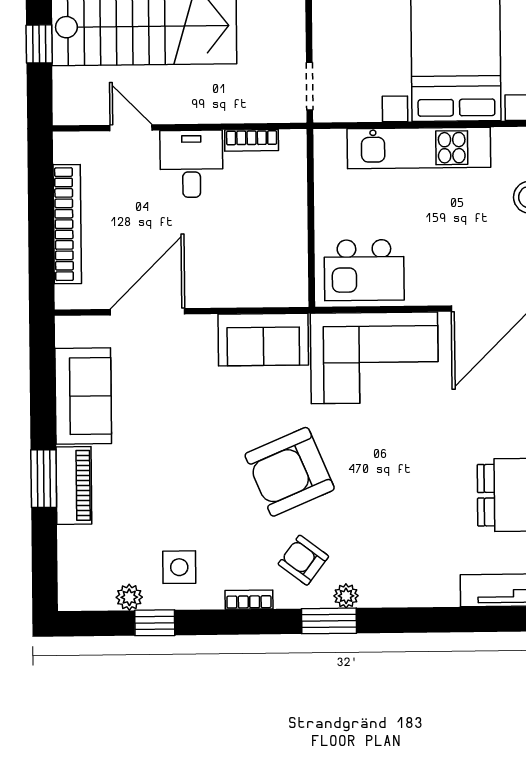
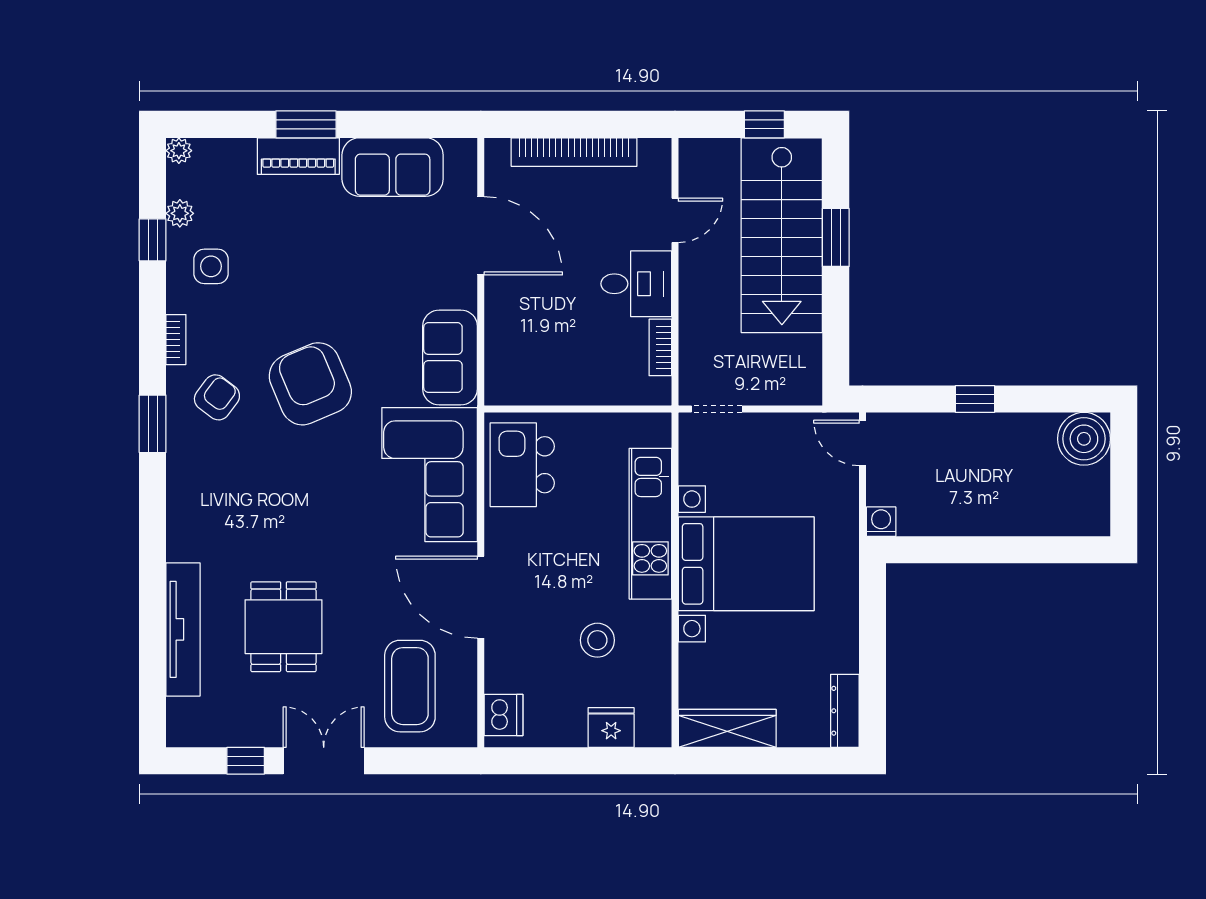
plant: (346, 596) -> (179, 151), moved

